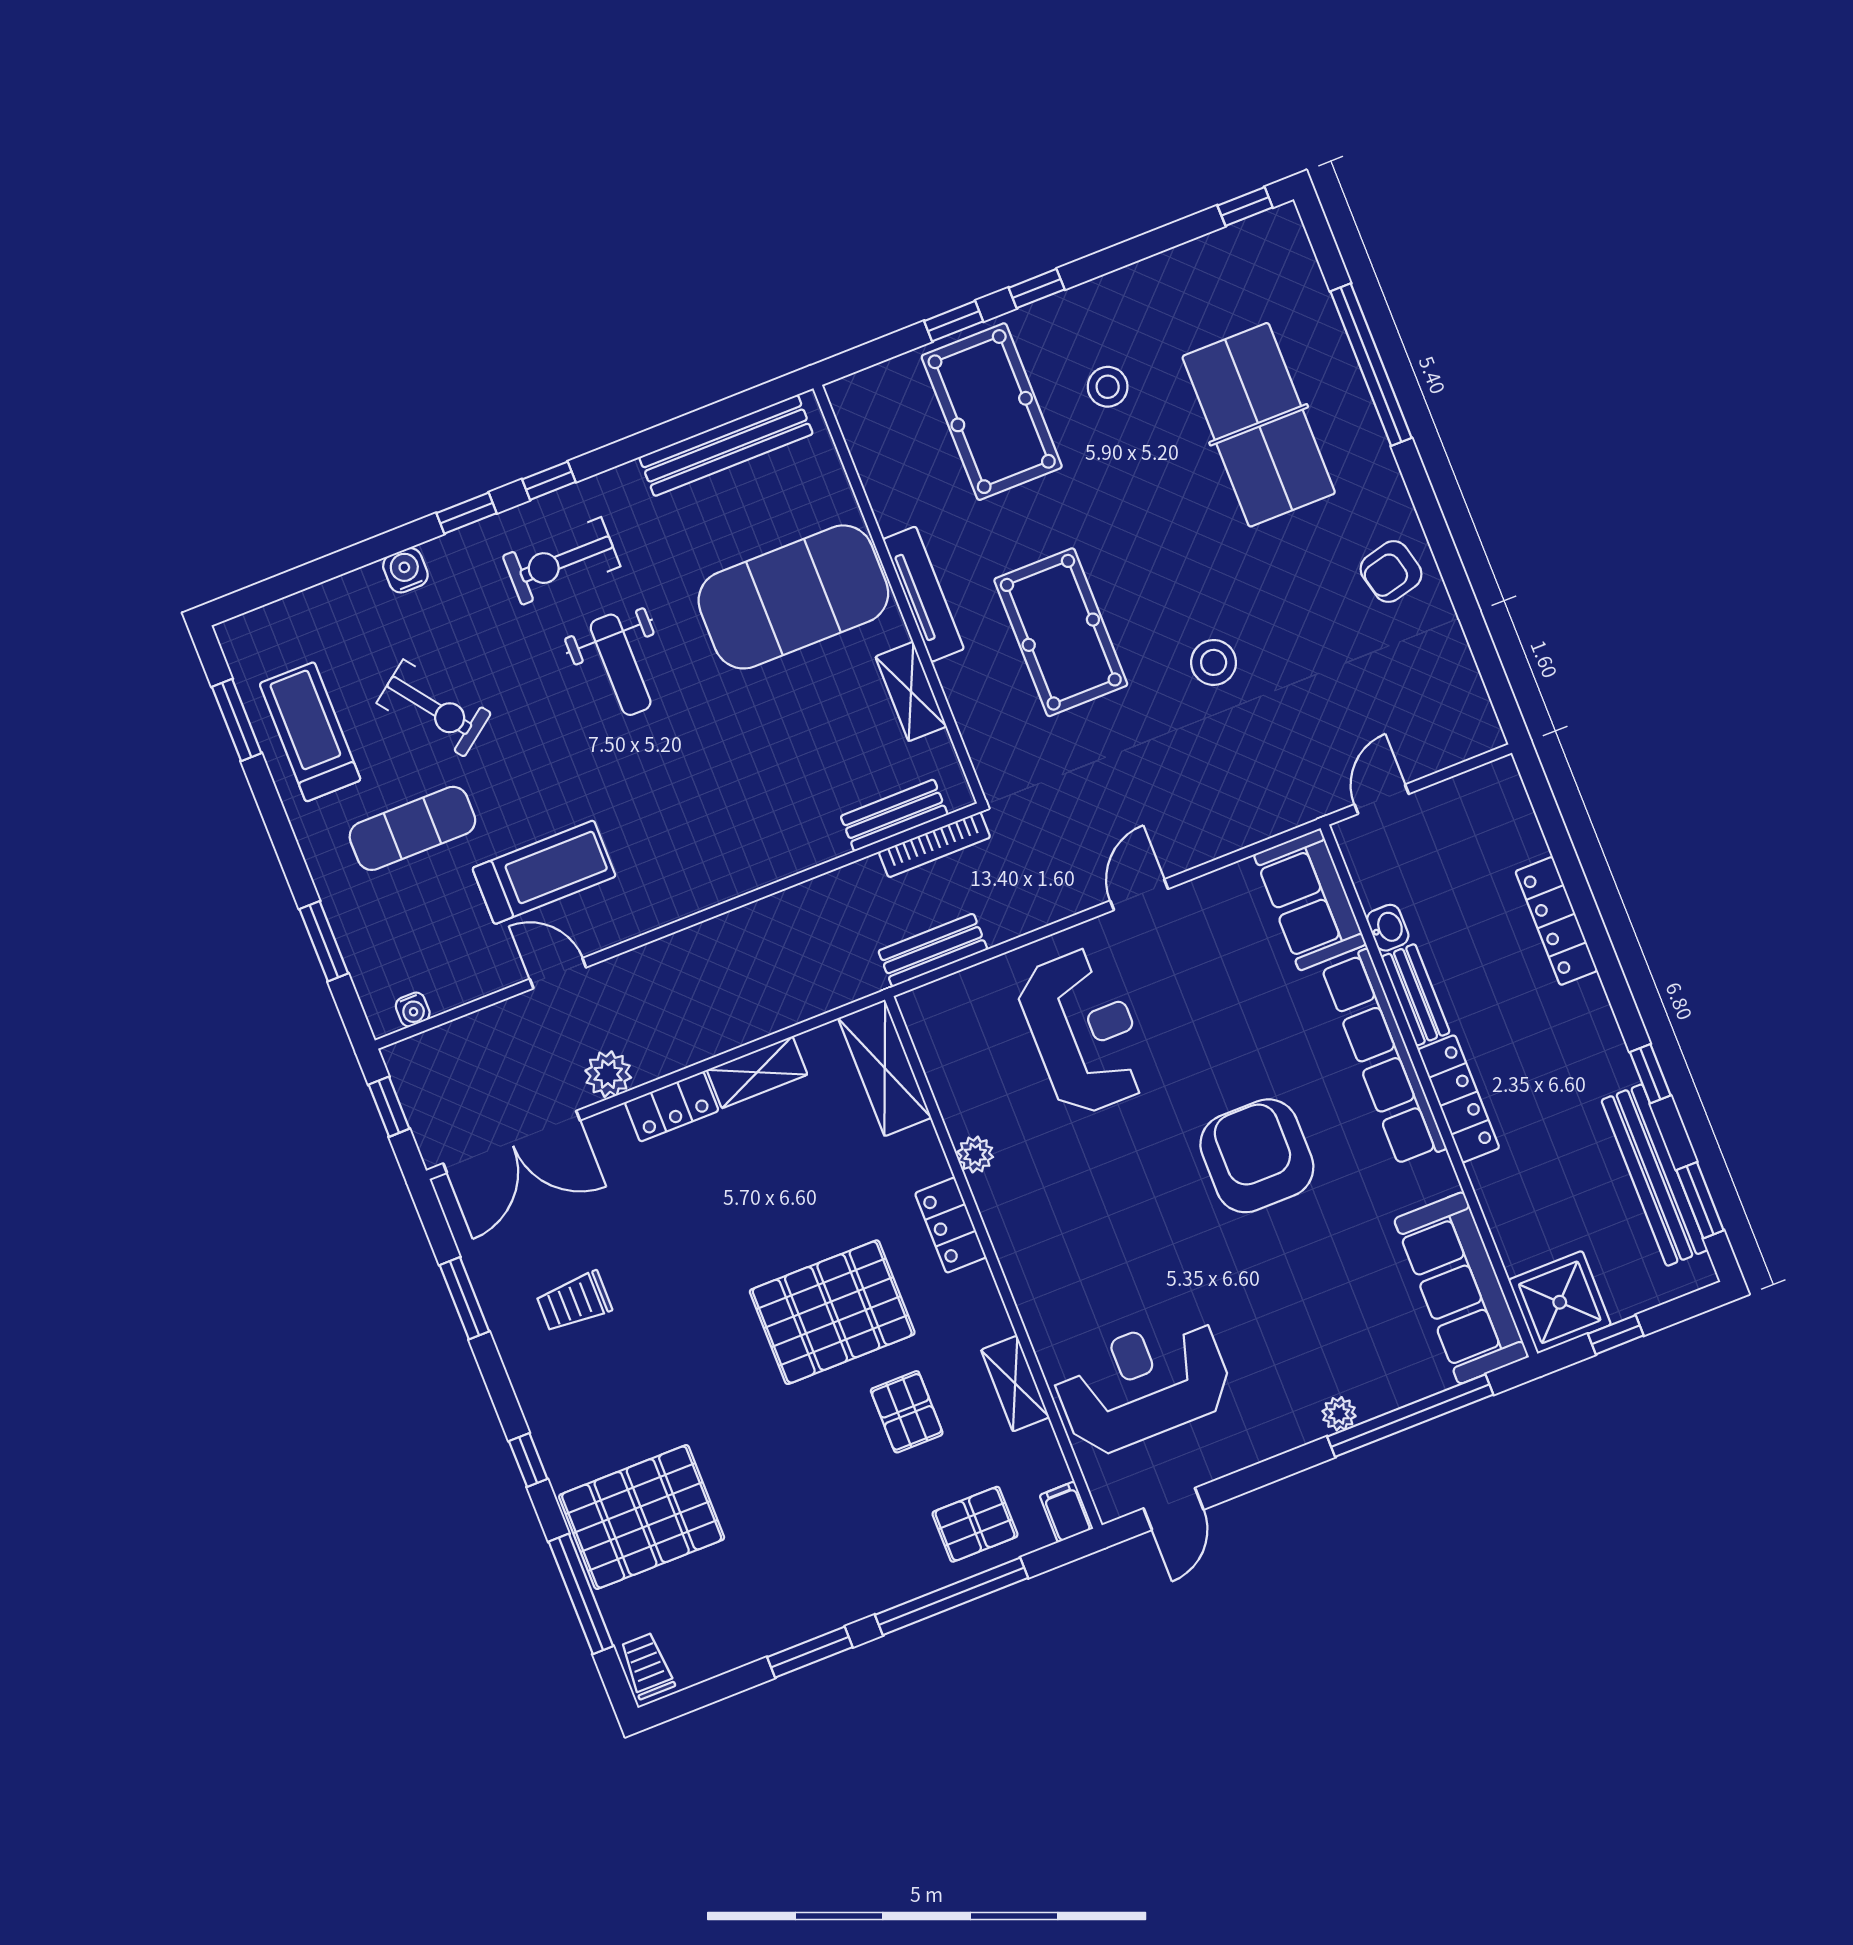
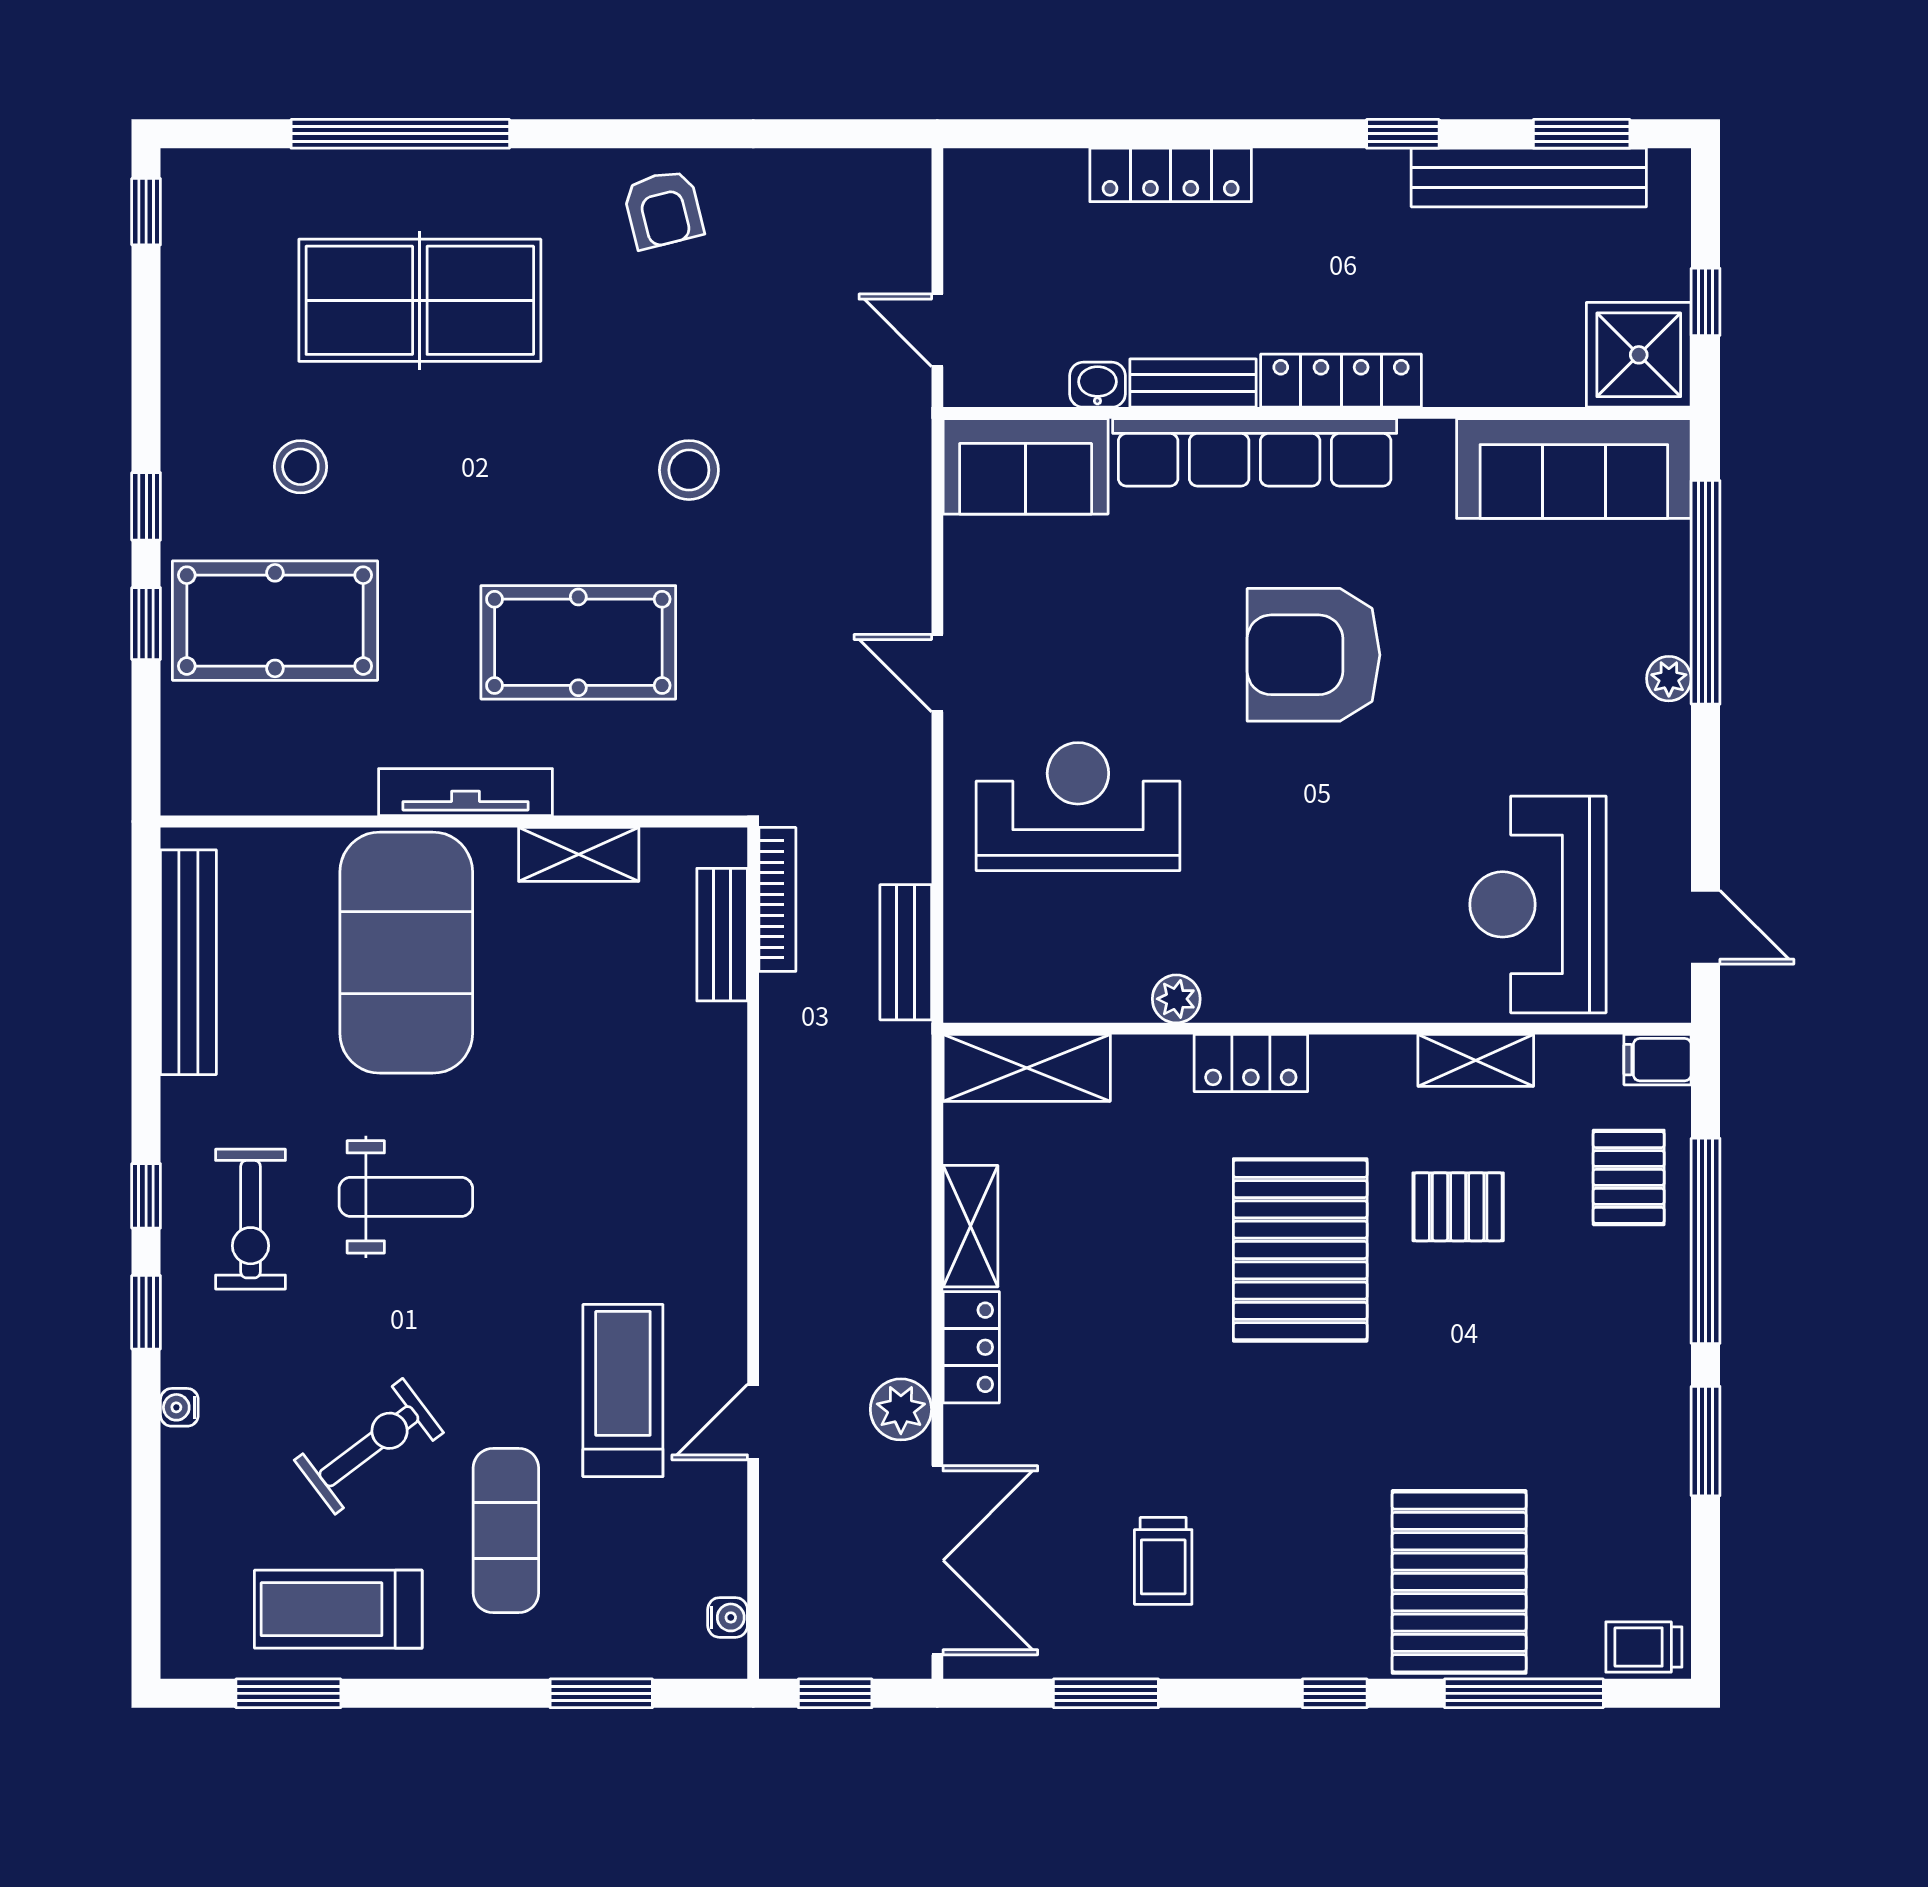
water cooler: (405, 570) -> (179, 1407), width x0.72, depth x0.72

